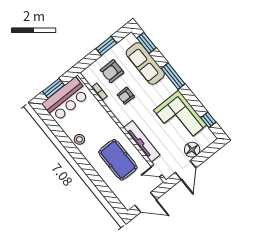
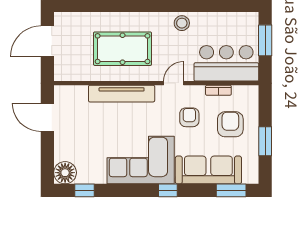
window: (173, 76) -> (168, 190), width x0.46
bar counter: (66, 99) -> (226, 63), moved, turned 90
corner sofa: (180, 118) -> (141, 160), moved
floor lamp: (192, 150) -> (65, 173), moved
door: (157, 171) -> (174, 83), moved

